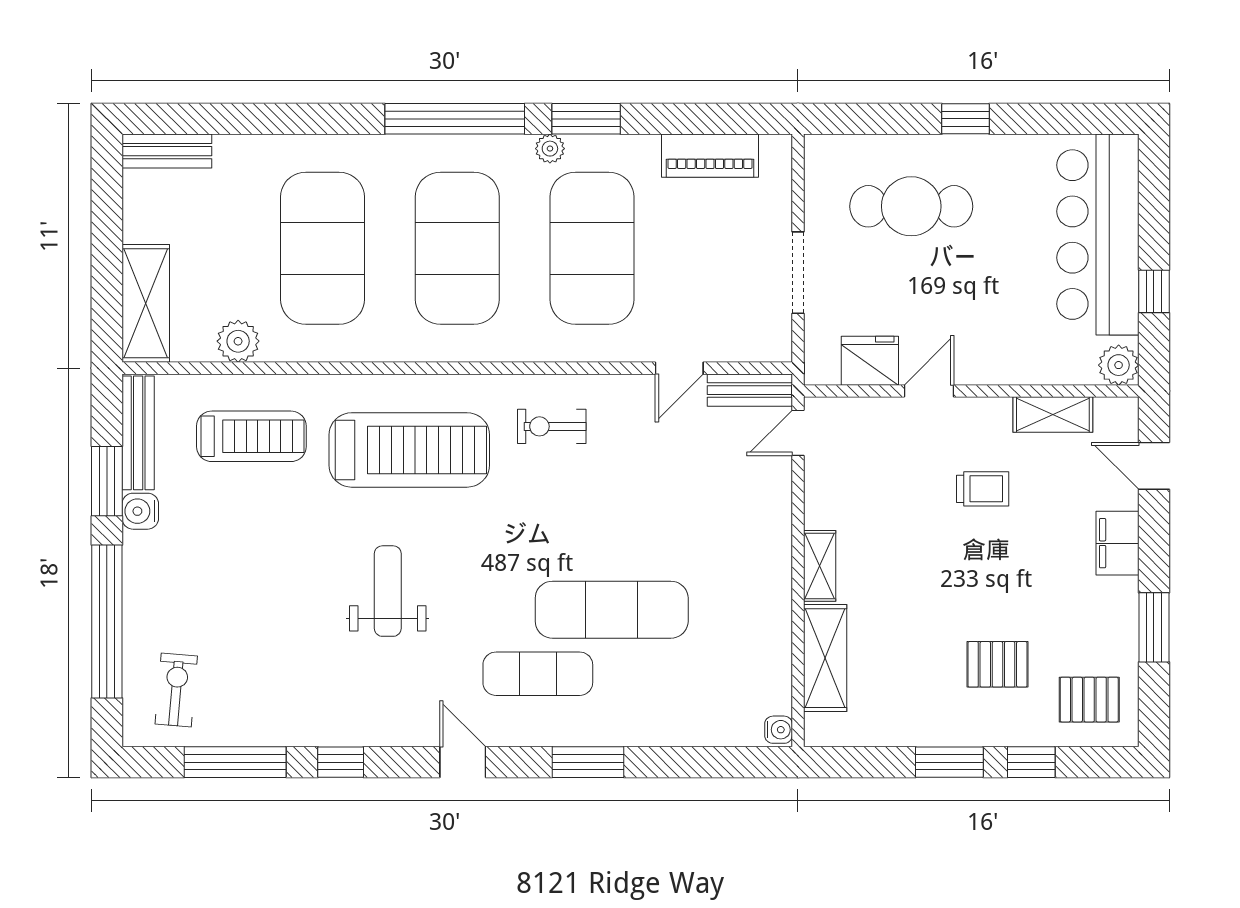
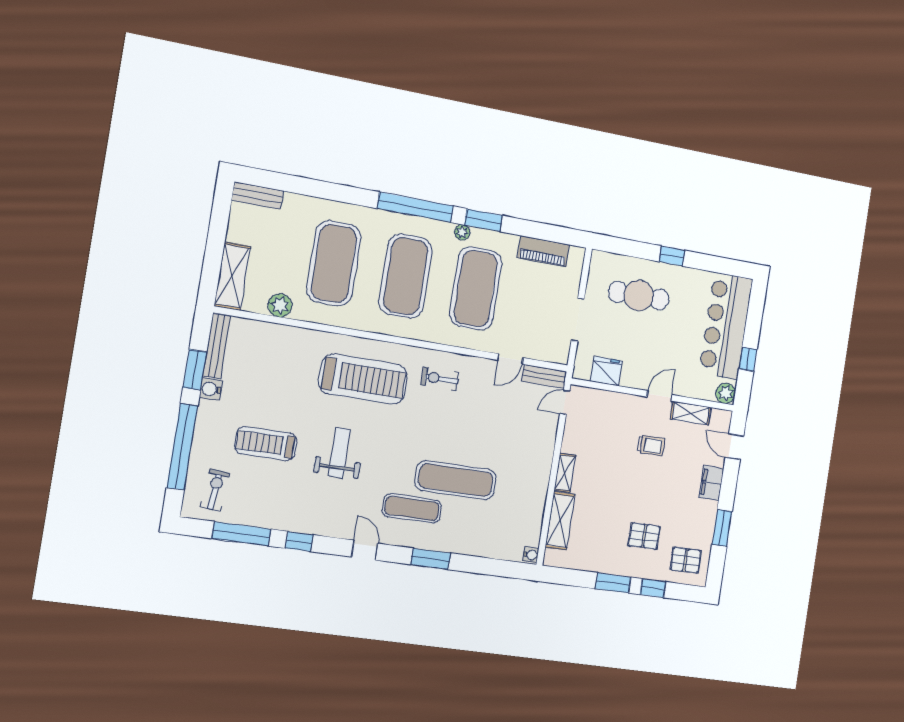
door: (929, 391) -> (659, 396), moved
treadmill: (251, 436) -> (266, 444), moved, turned 180

